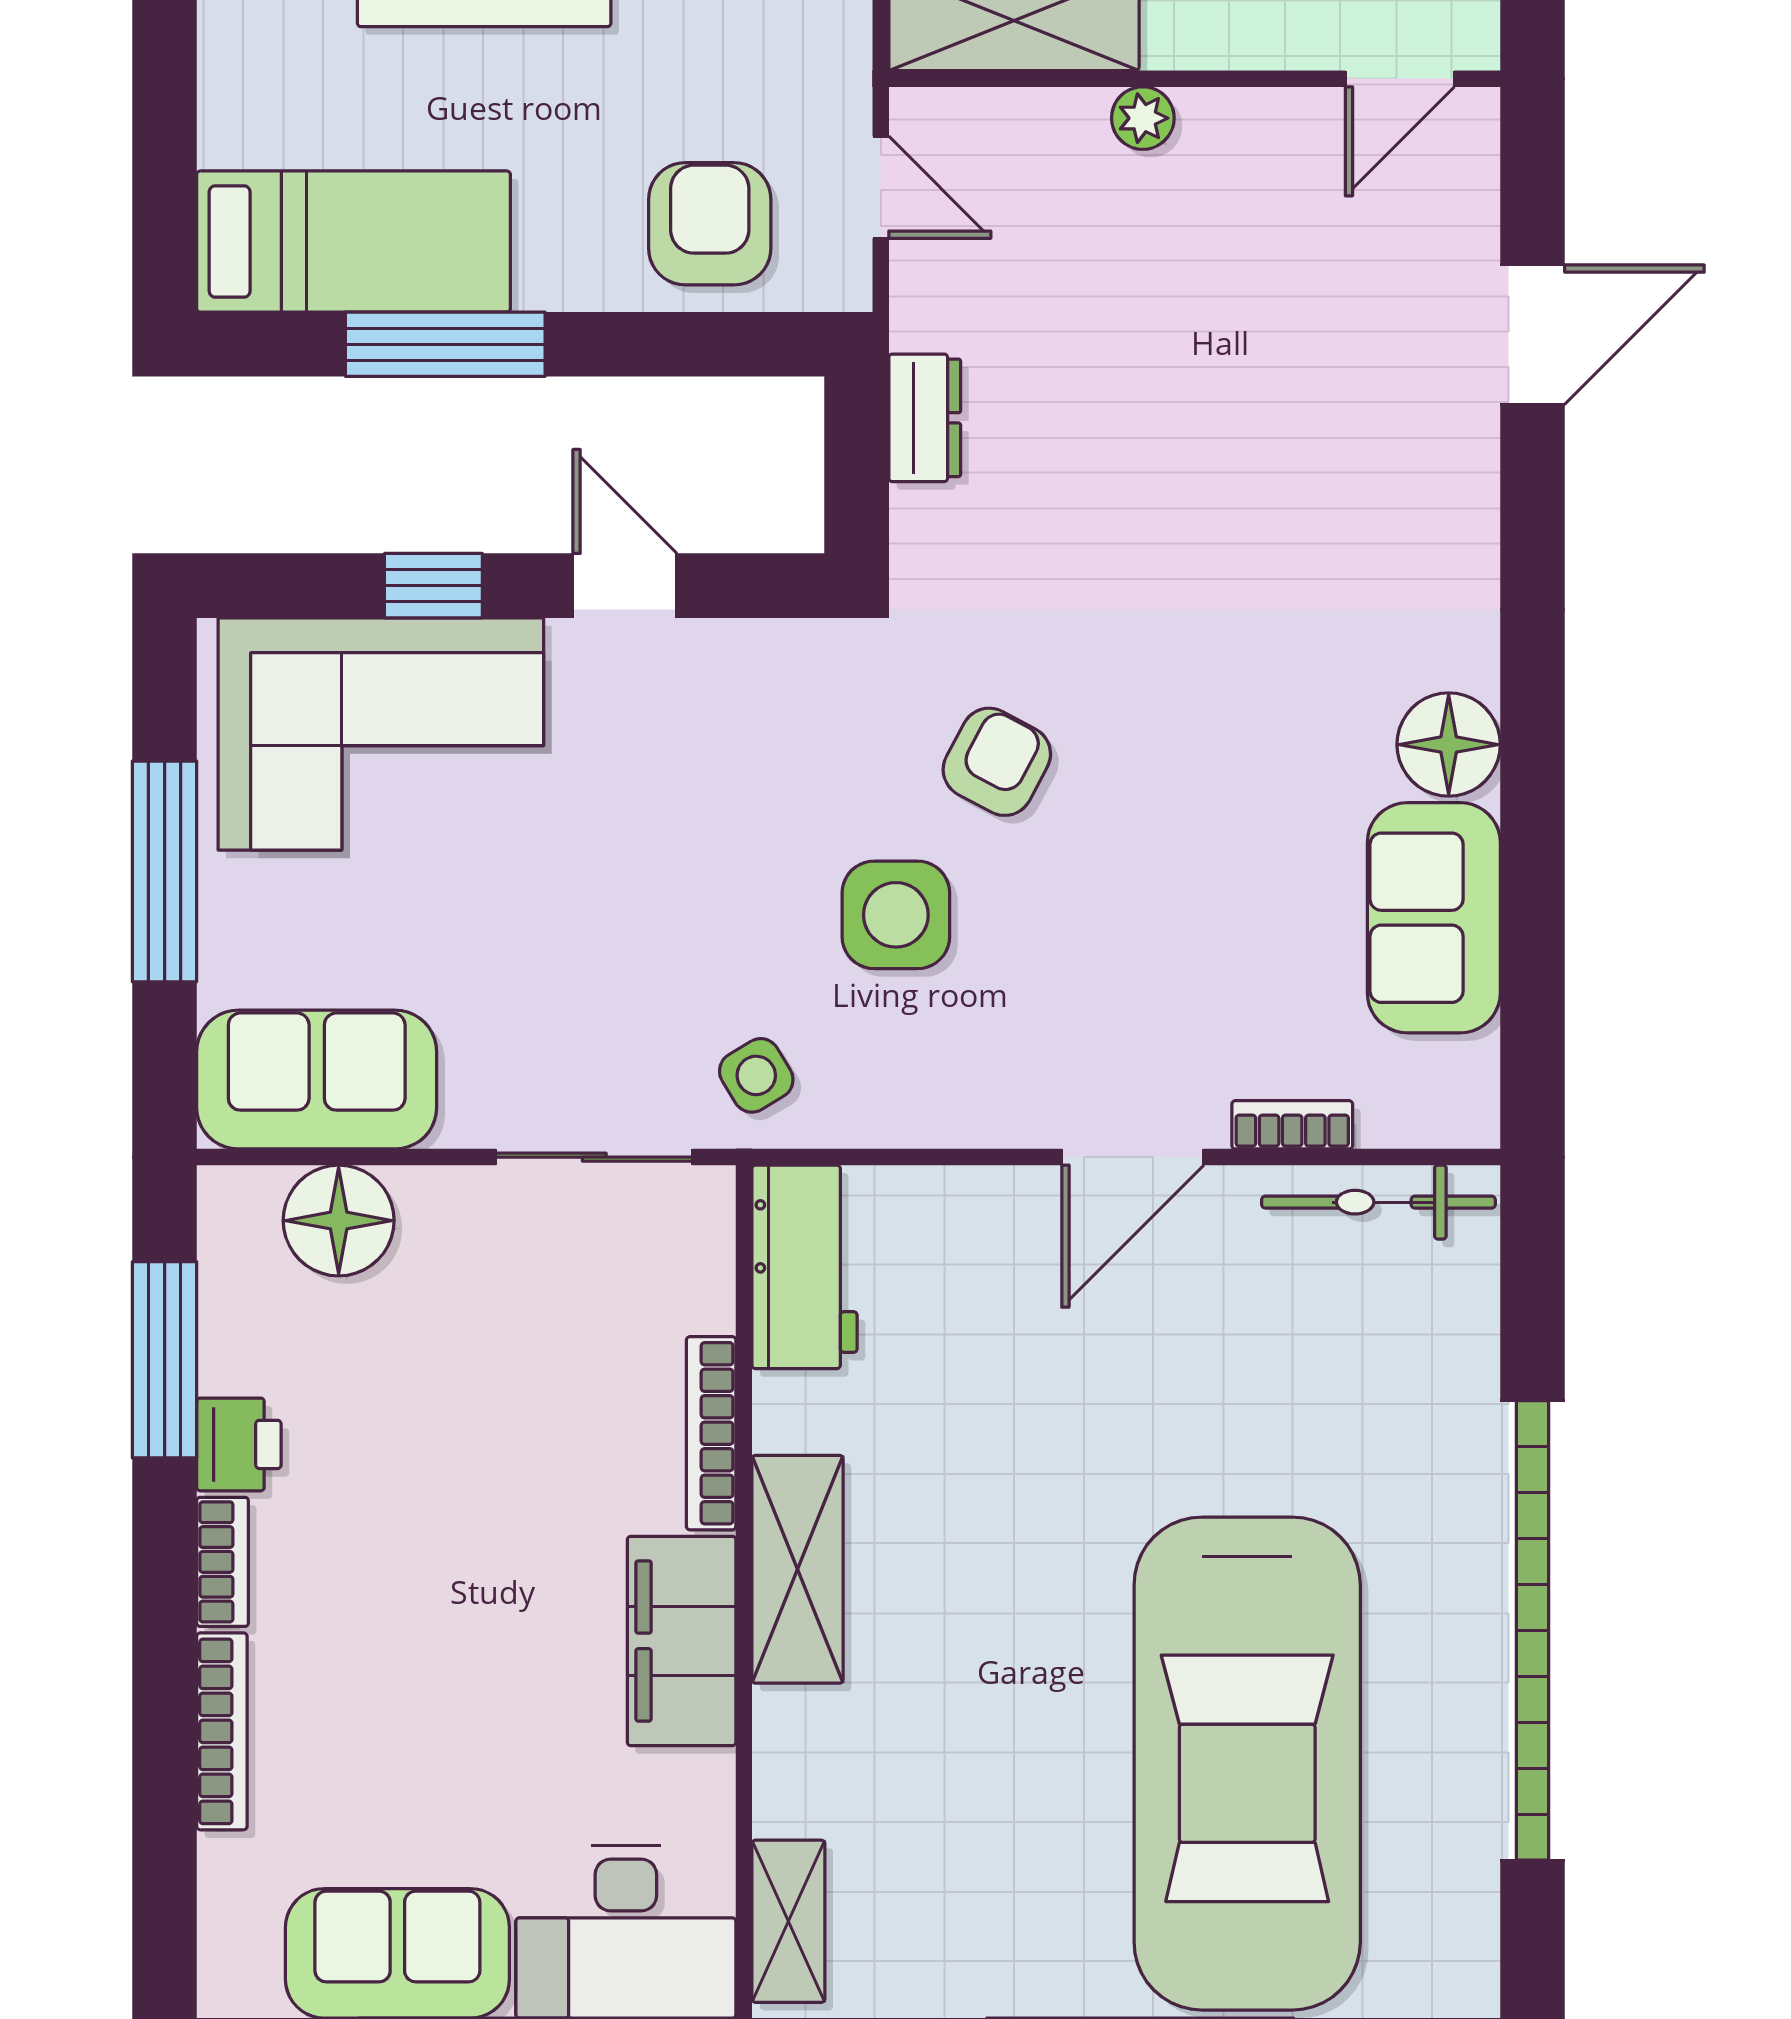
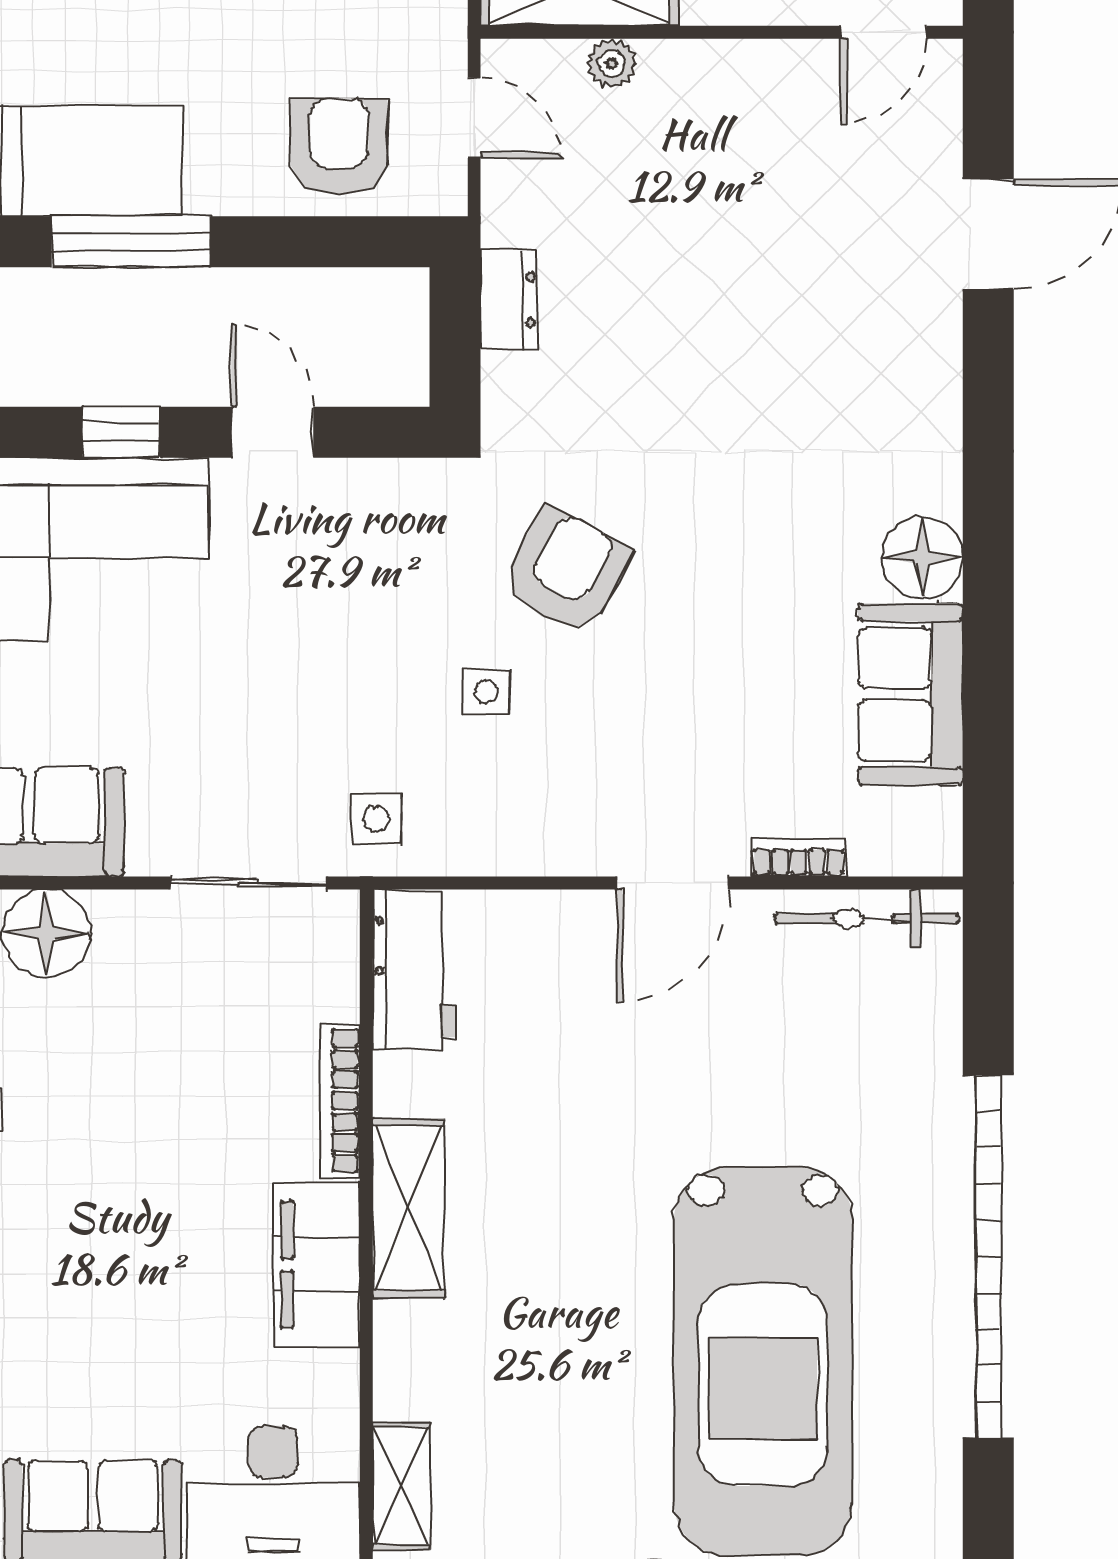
plant: (1143, 118) -> (612, 63), moved
armchair: (997, 762) -> (566, 571), width x1.38, depth x1.38
side table: (896, 915) -> (486, 692), width x0.54, depth x0.54
side table: (756, 1075) -> (376, 819), turned 31

